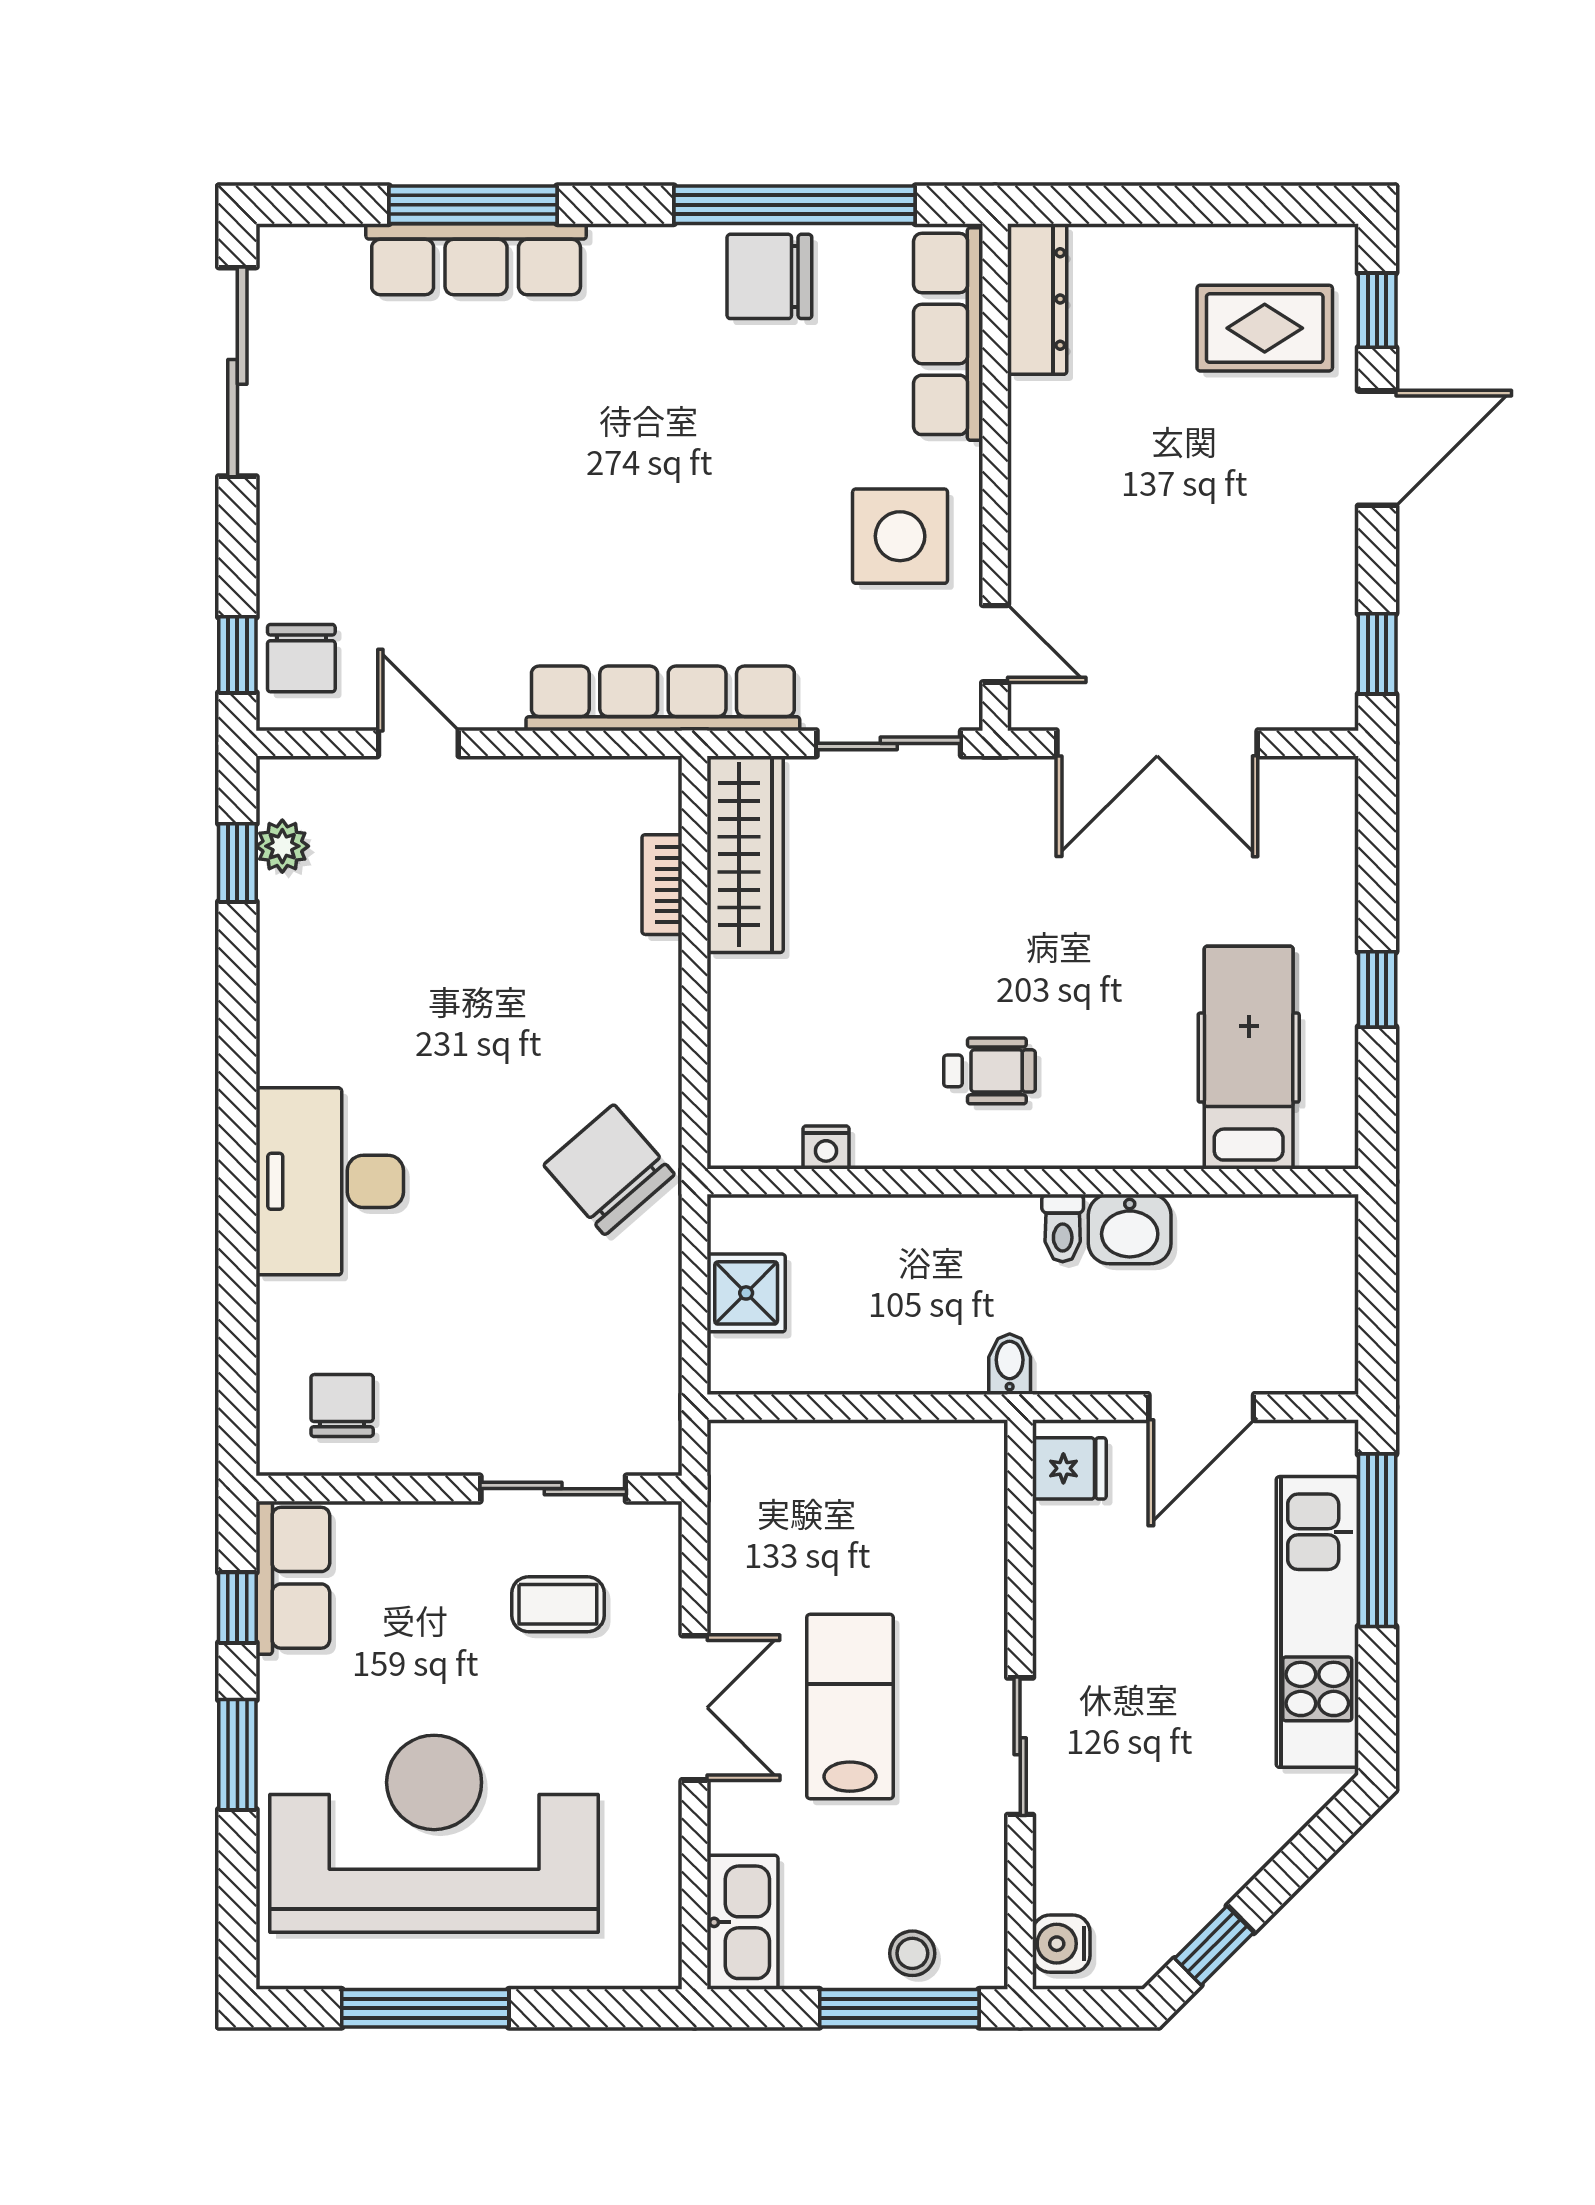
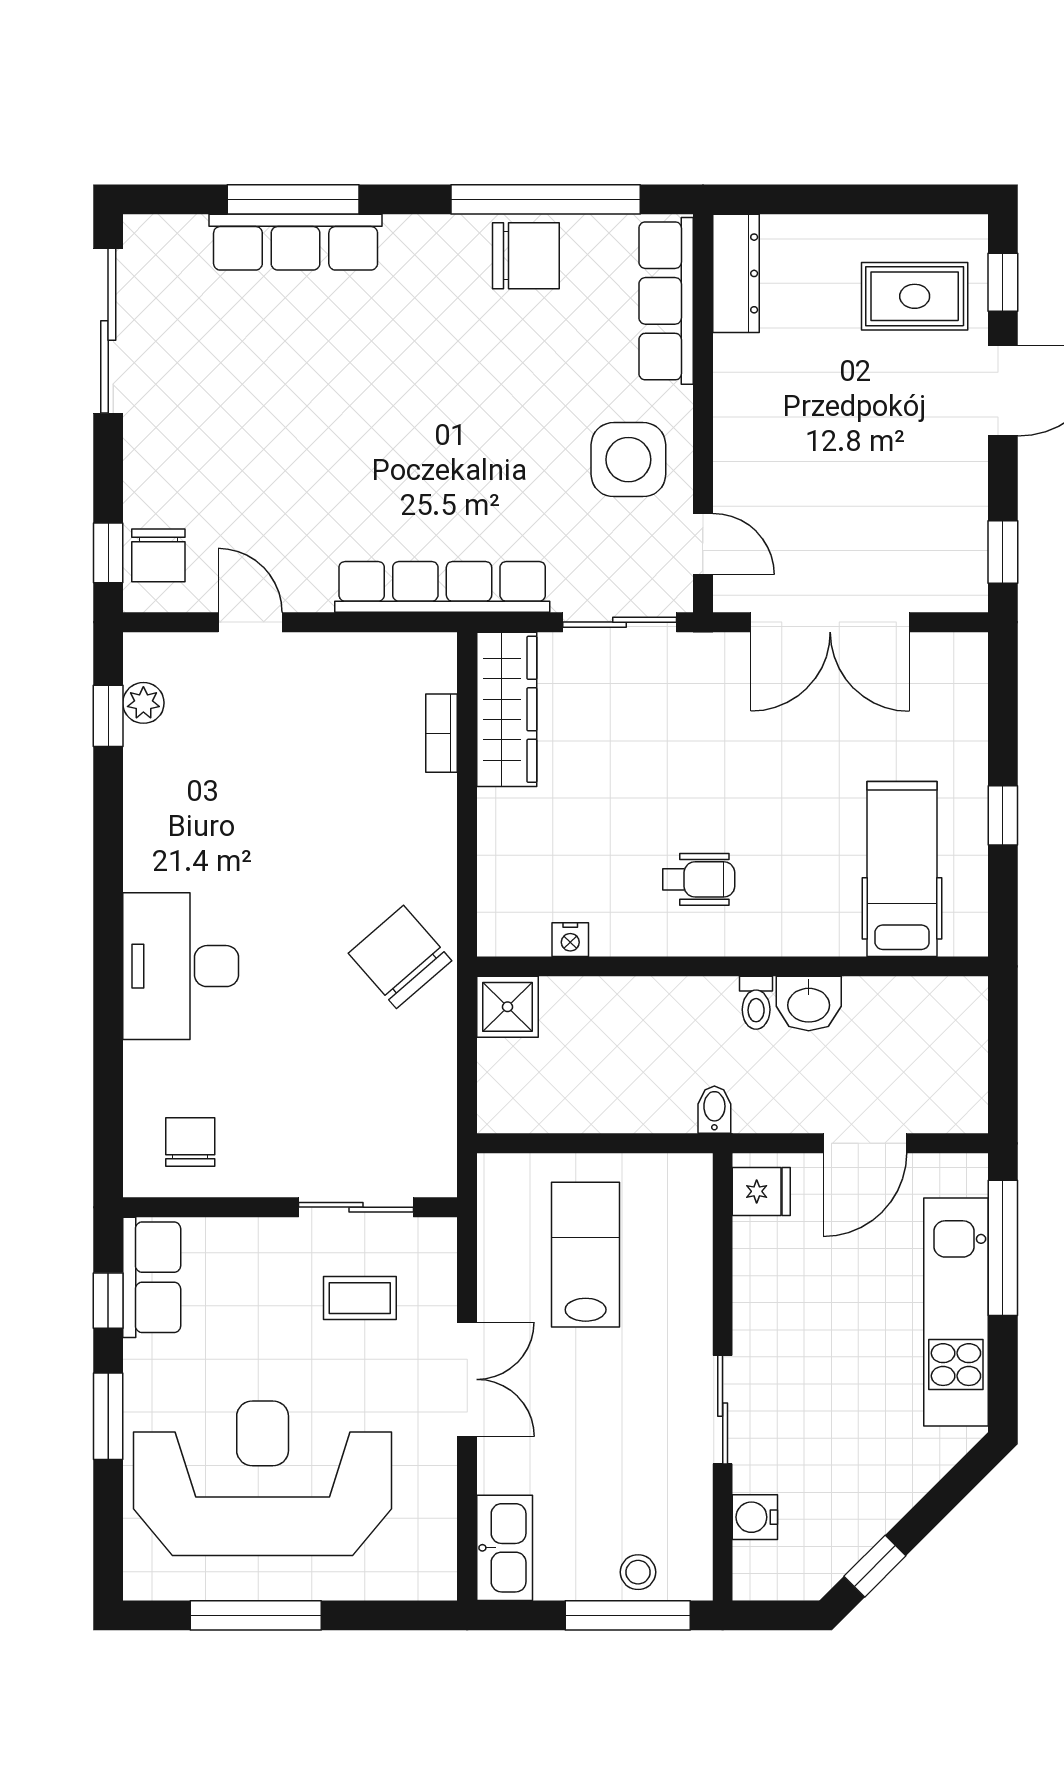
chair: (769, 276) -> (526, 256), turned 180
shower: (746, 1293) -> (508, 1007), moved
lab bench: (850, 1707) -> (586, 1255), moved
water cooler: (1061, 1944) -> (755, 1517), moved

